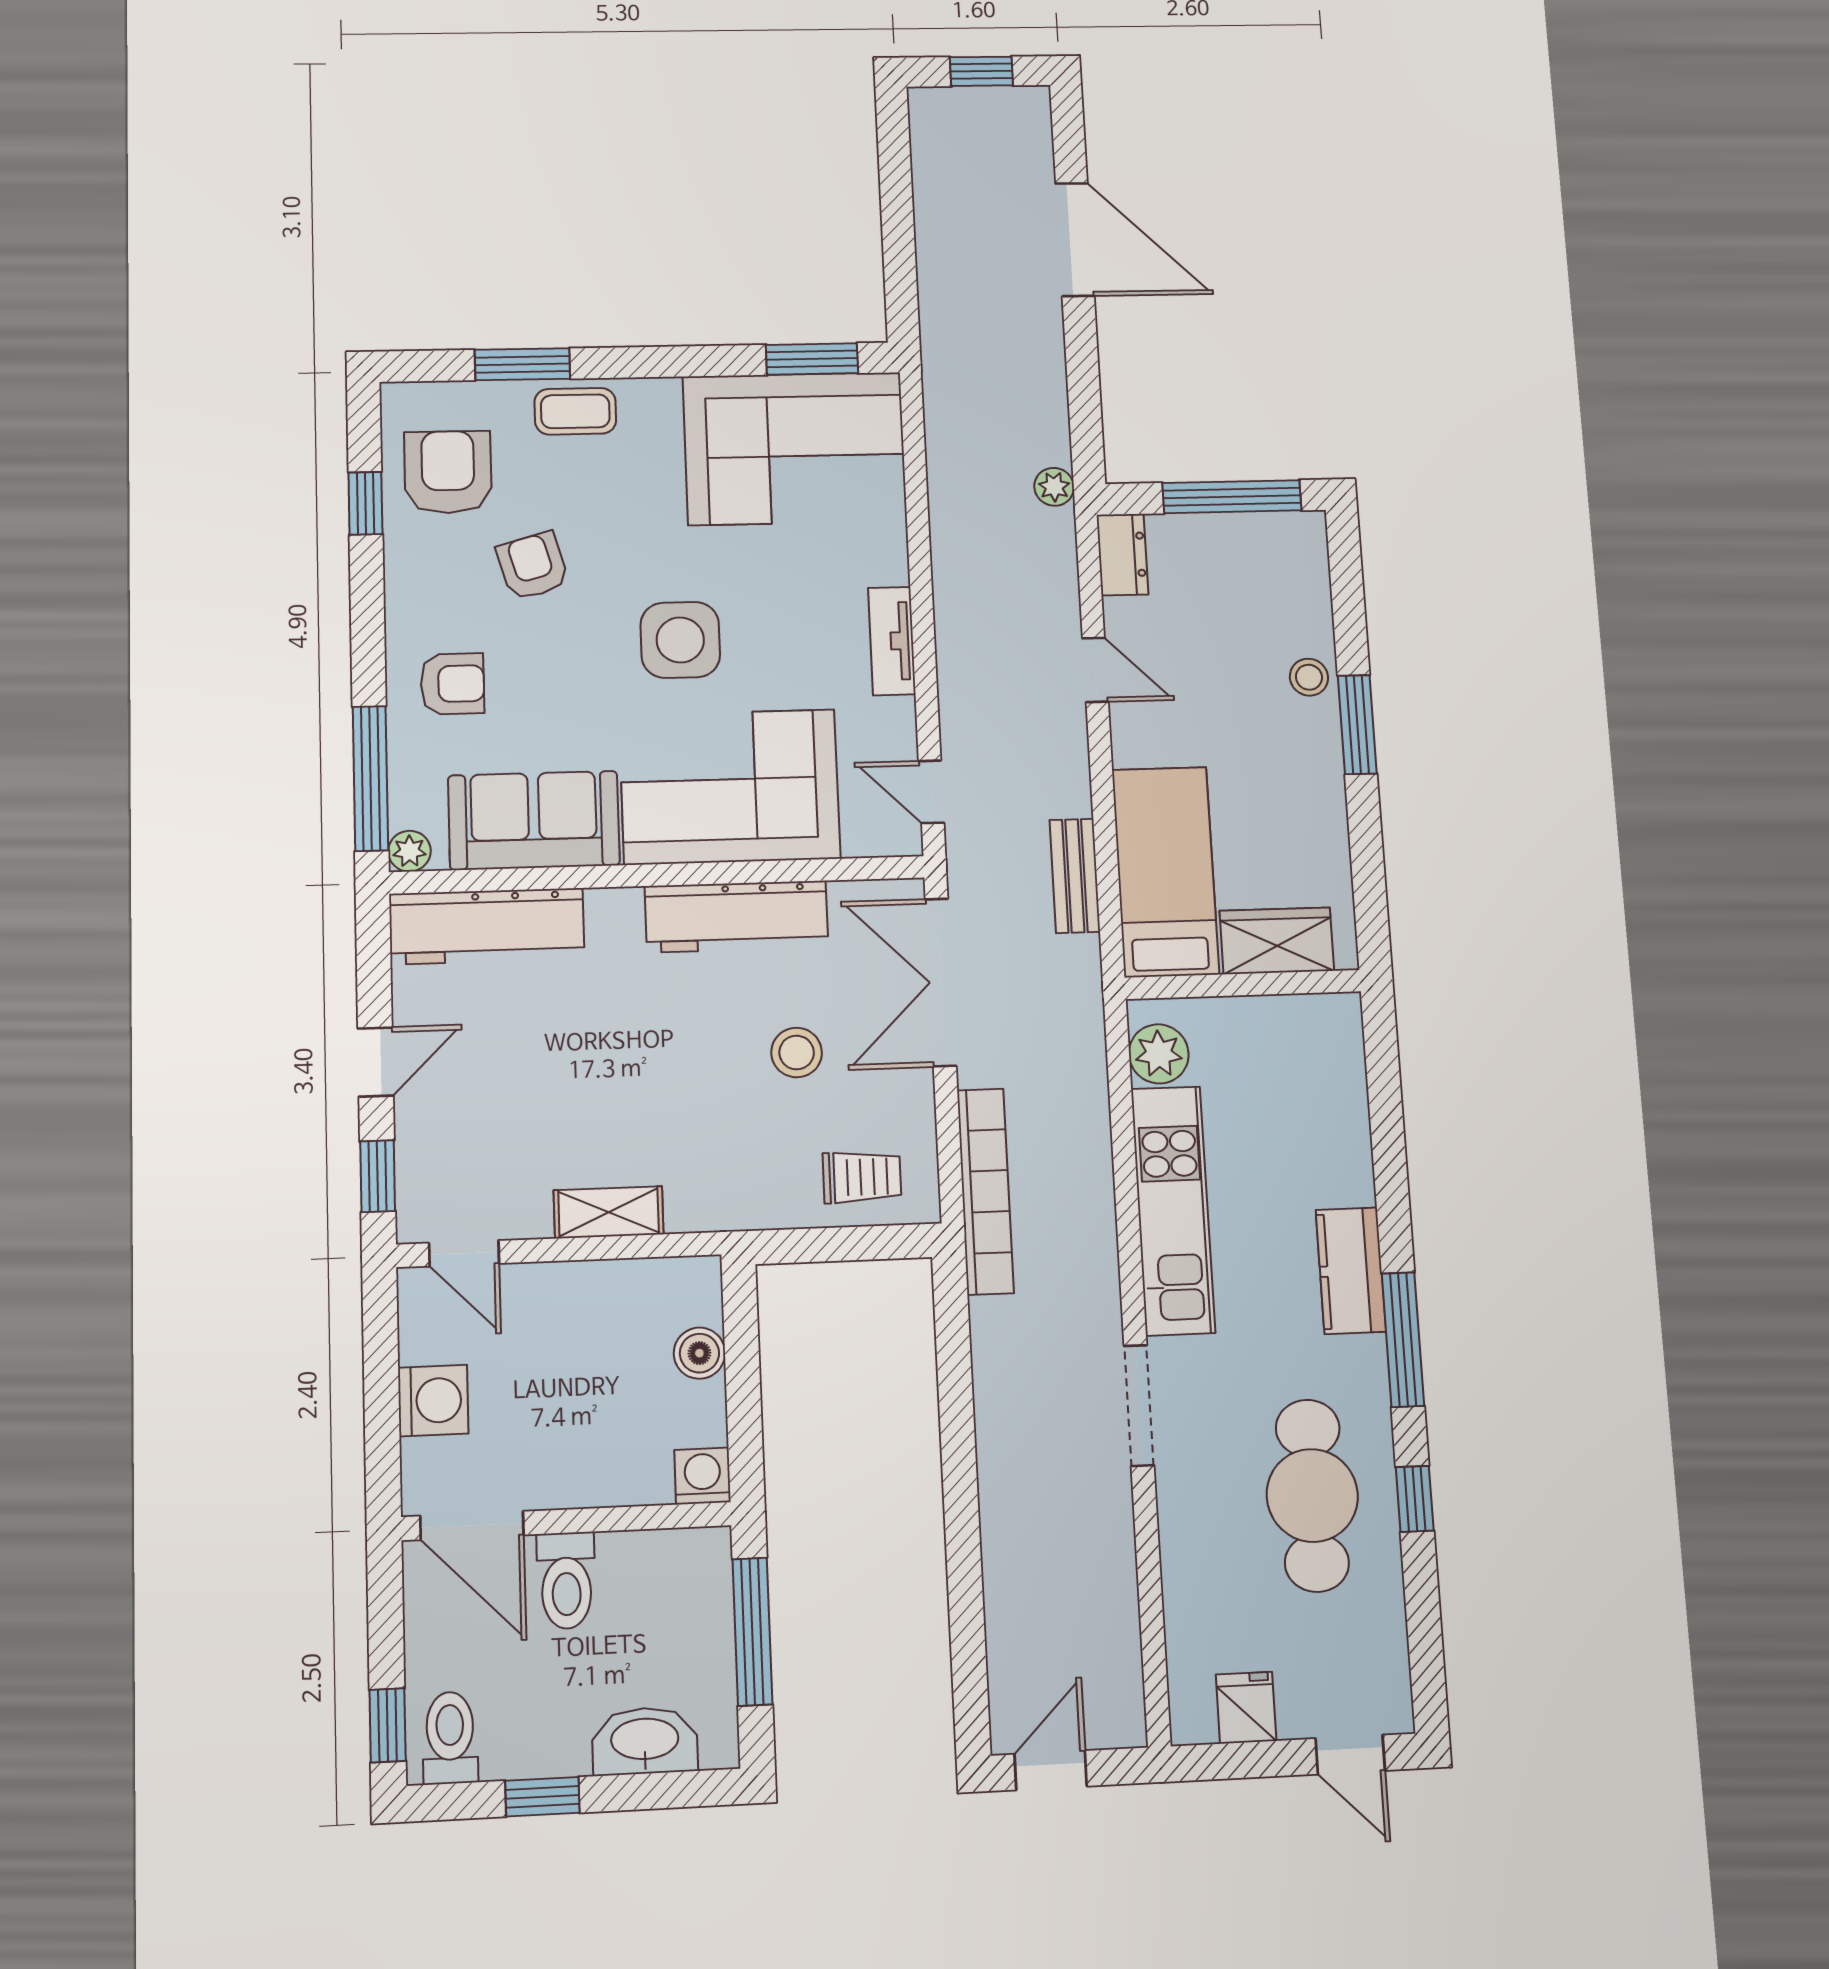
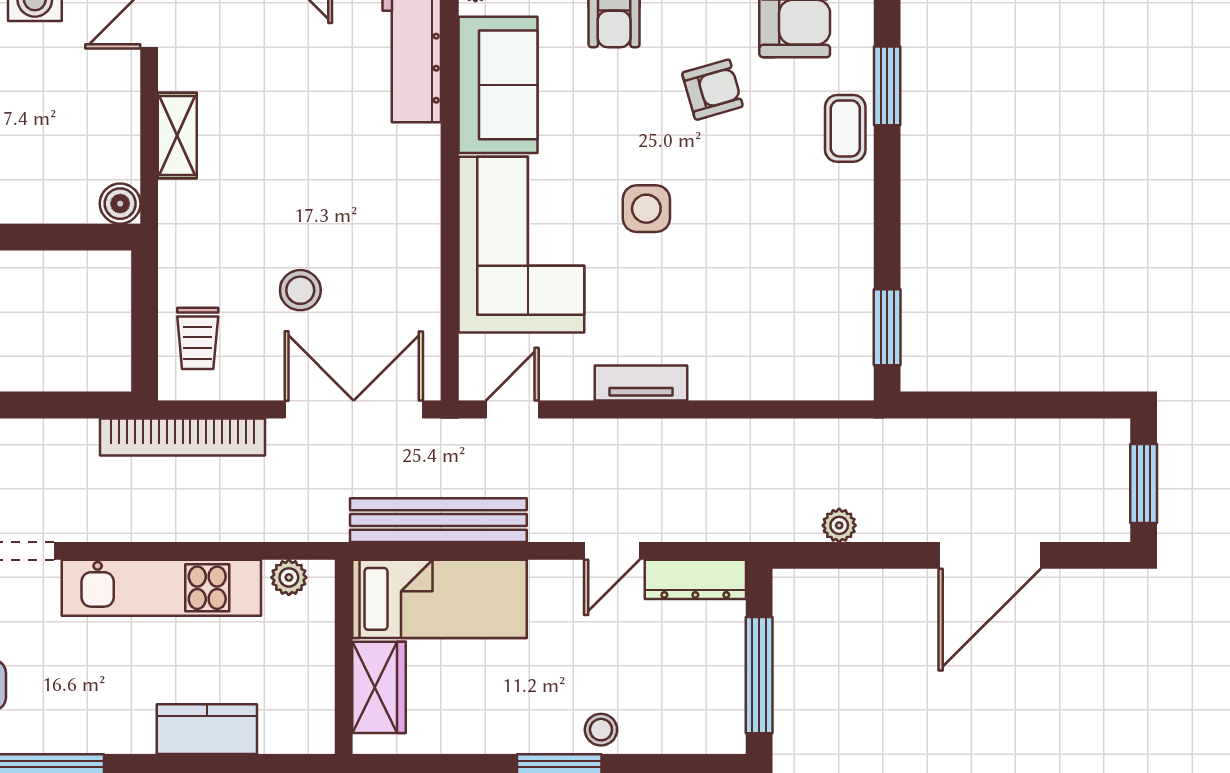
window: (981, 71) -> (1144, 483), width x1.50
corner sofa: (795, 449) -> (809, 310), removed
plant: (1054, 487) -> (839, 525), moved
dresser: (1122, 555) -> (695, 579), width x1.44
side table: (680, 640) -> (646, 209), width x0.73, depth x0.73
bench: (1075, 876) -> (438, 520), width x1.86, depth x1.21
workbench: (737, 917) -> (413, 246), removed
plant: (1159, 1054) -> (289, 577), width x0.73, depth x0.73
kitchen counter: (1351, 1271) -> (207, 729), moved
boiler: (699, 1353) -> (120, 204), moved

